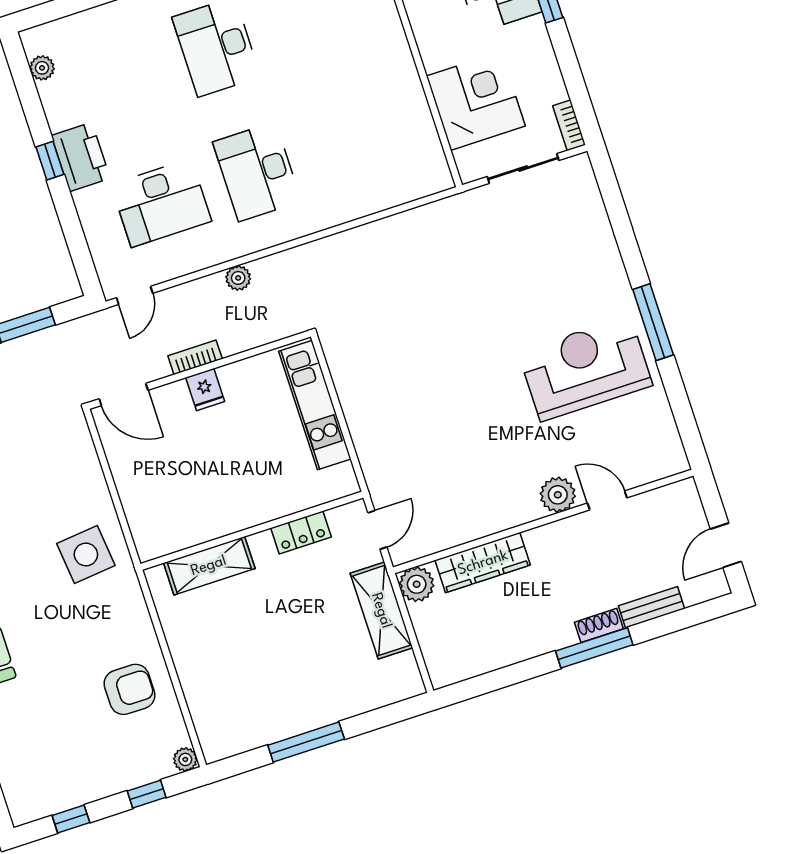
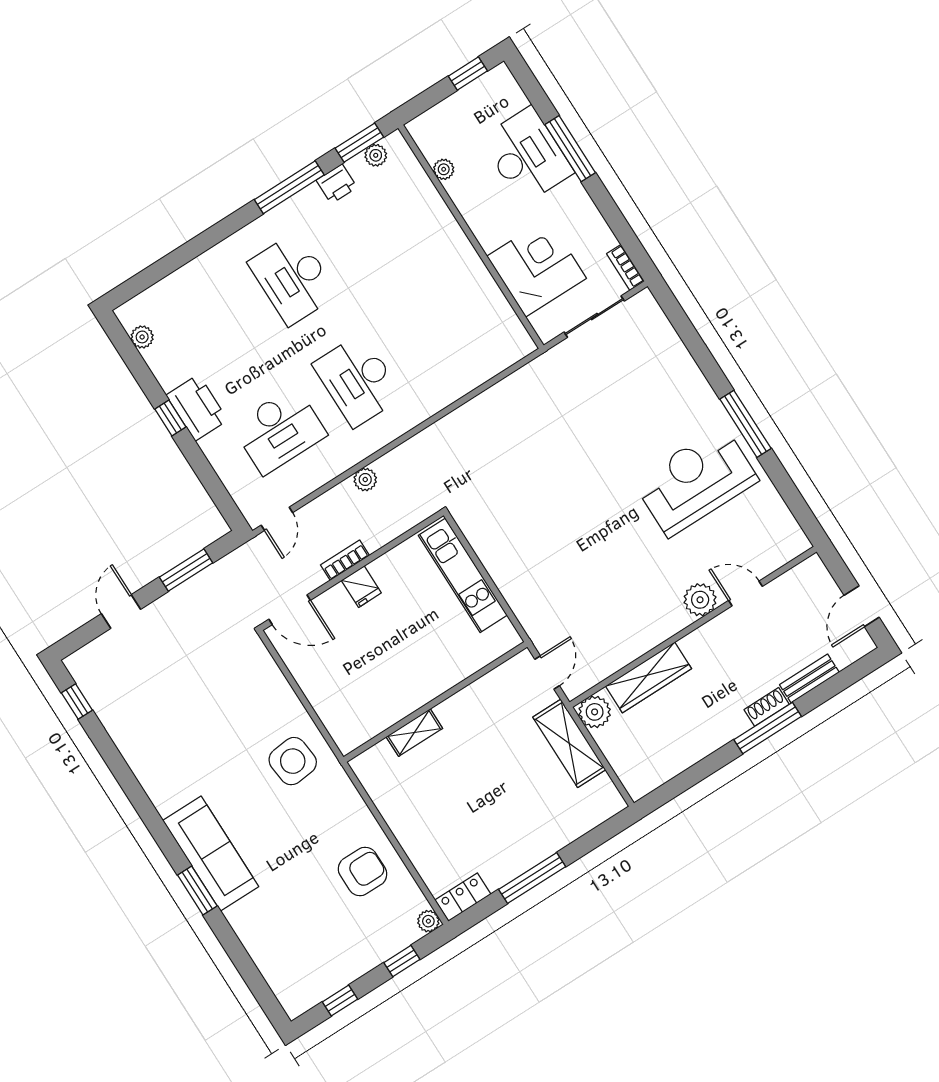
locker: (301, 532) -> (463, 897), moved, turned 180
shelving: (209, 566) -> (414, 733), width x0.67, depth x0.75

